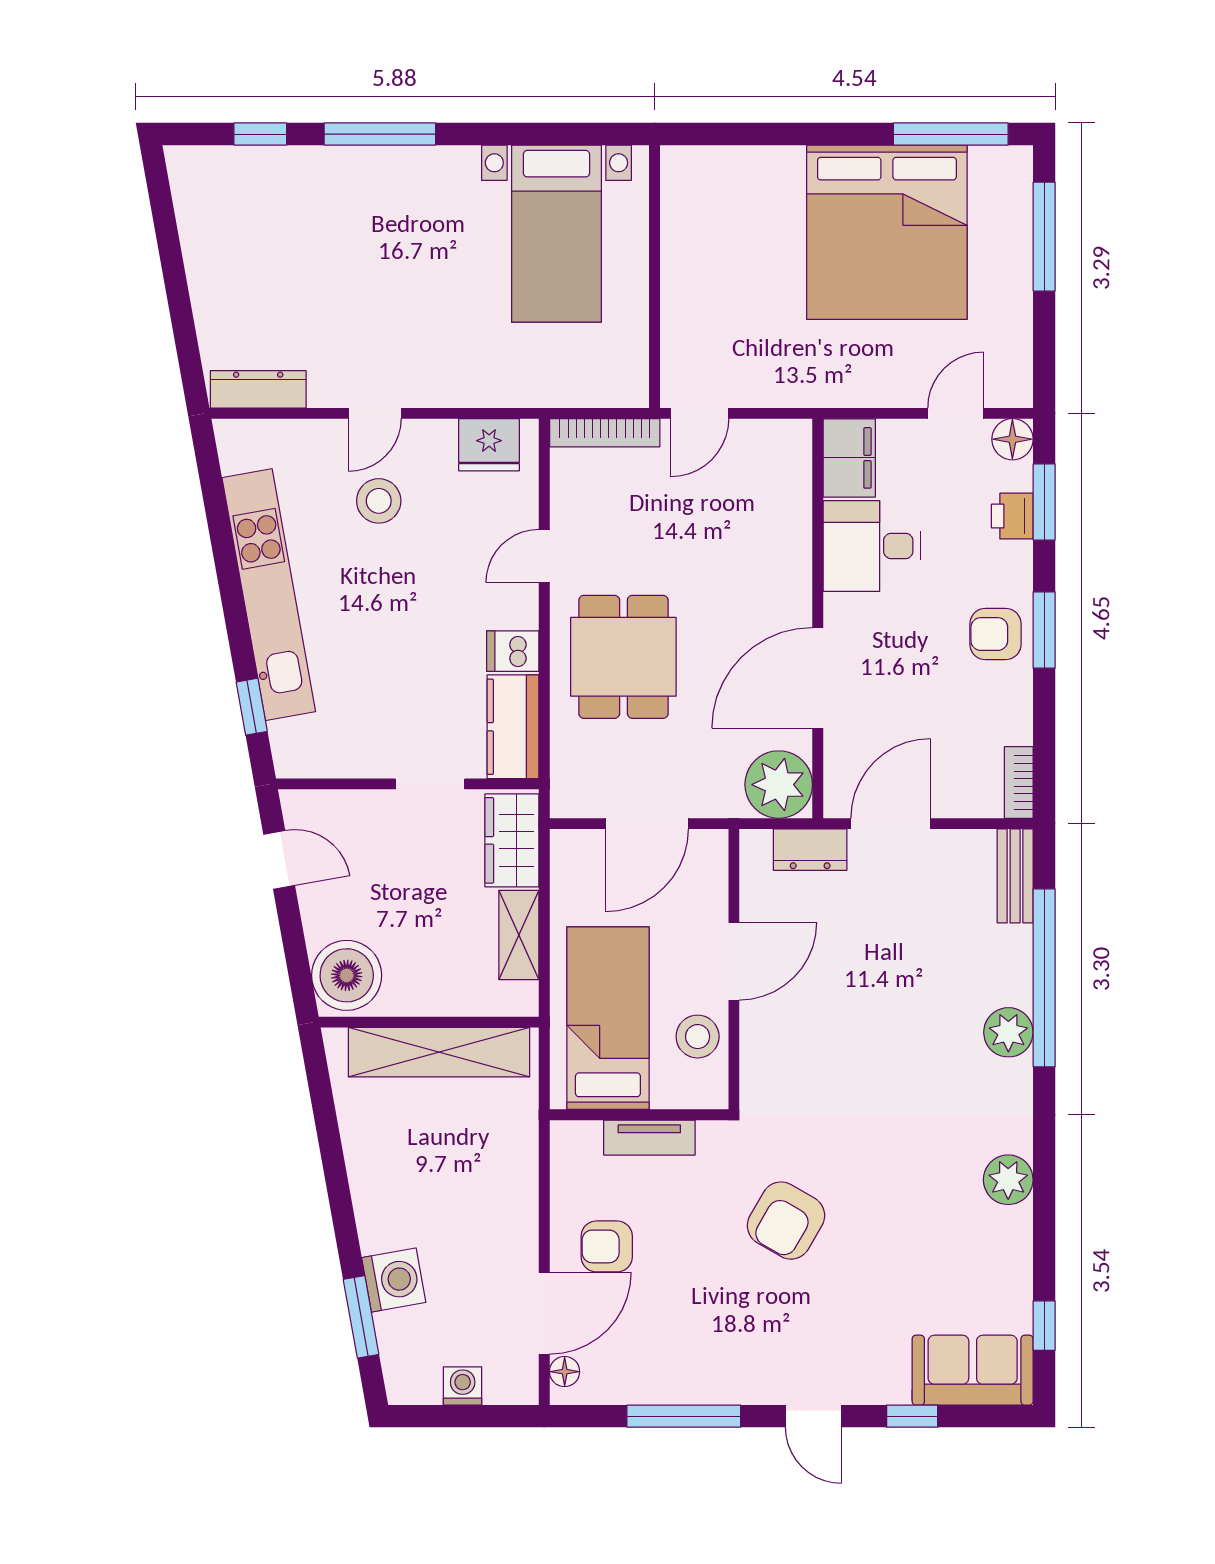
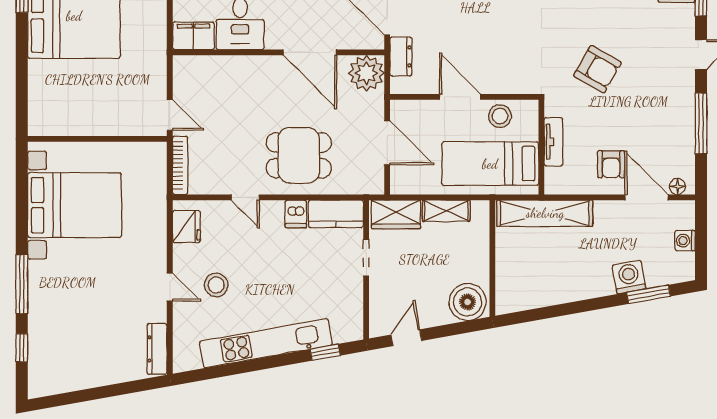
bed with nightstands: (556, 234) -> (75, 205), width x1.36
shelving: (439, 1052) -> (545, 213), moved, turned 90

